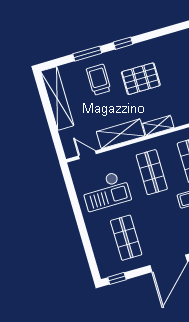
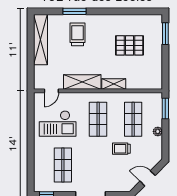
window: (123, 43) -> (105, 11), removed
pallet: (141, 79) -> (130, 45), moved
door: (87, 155) -> (51, 91), swing flipped

